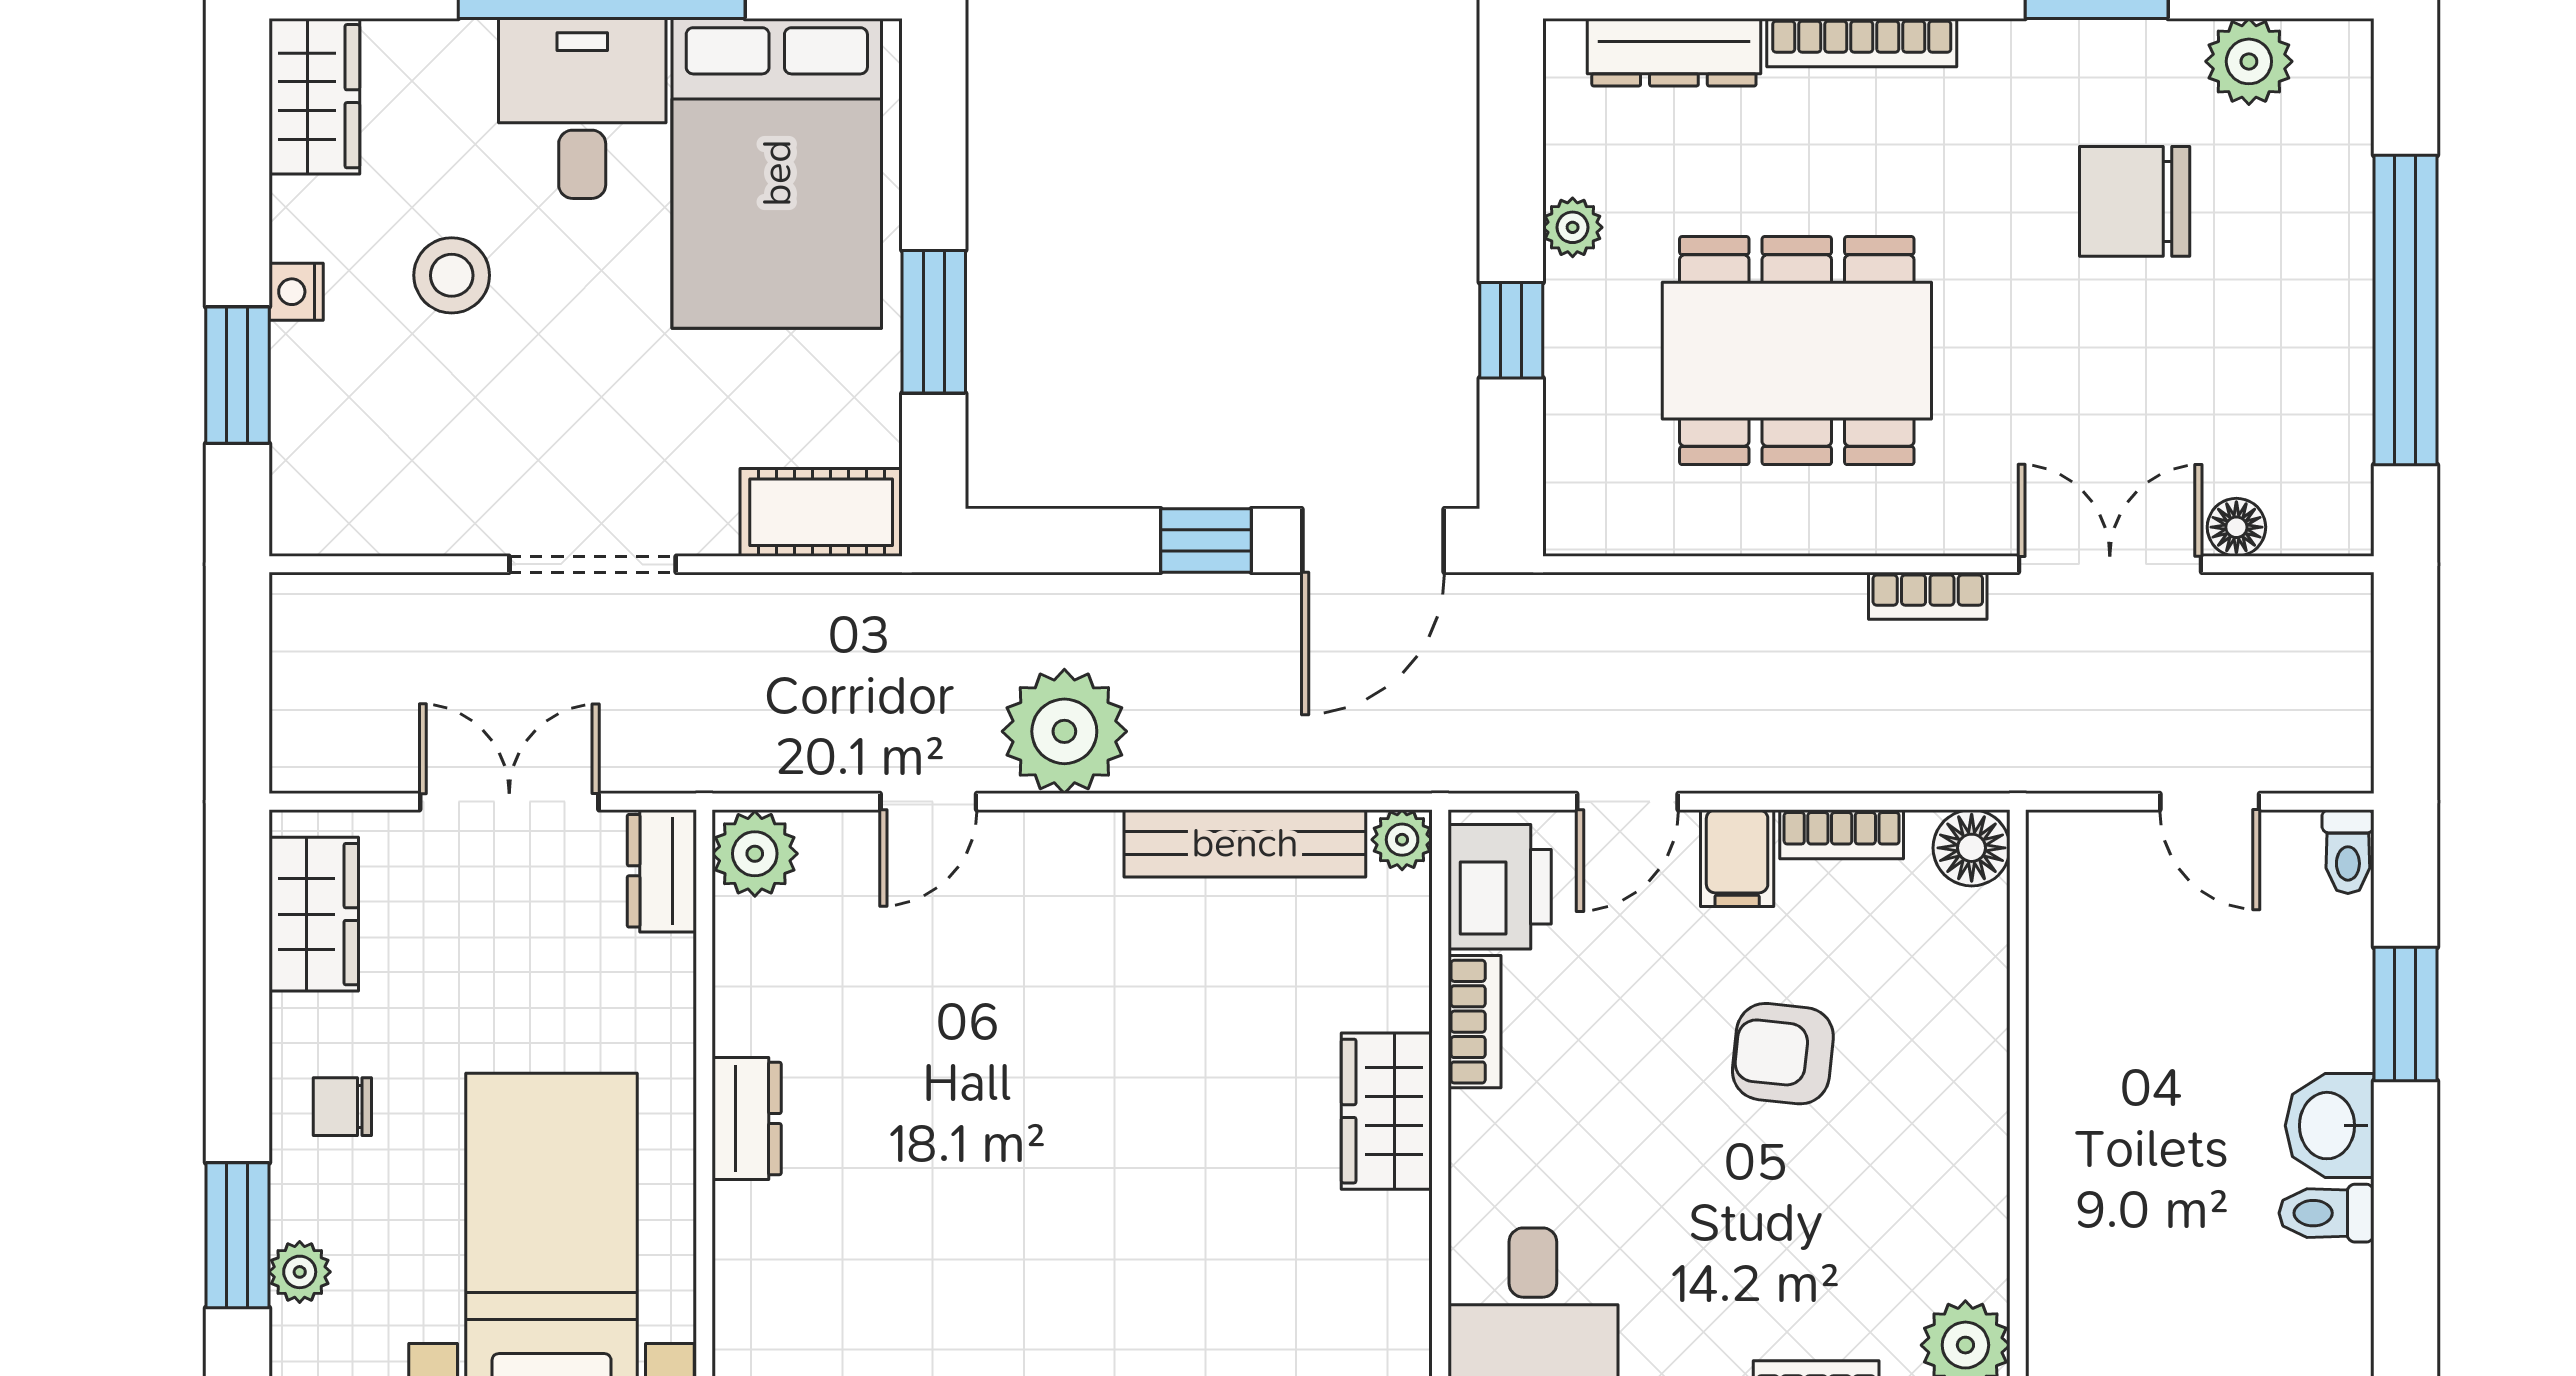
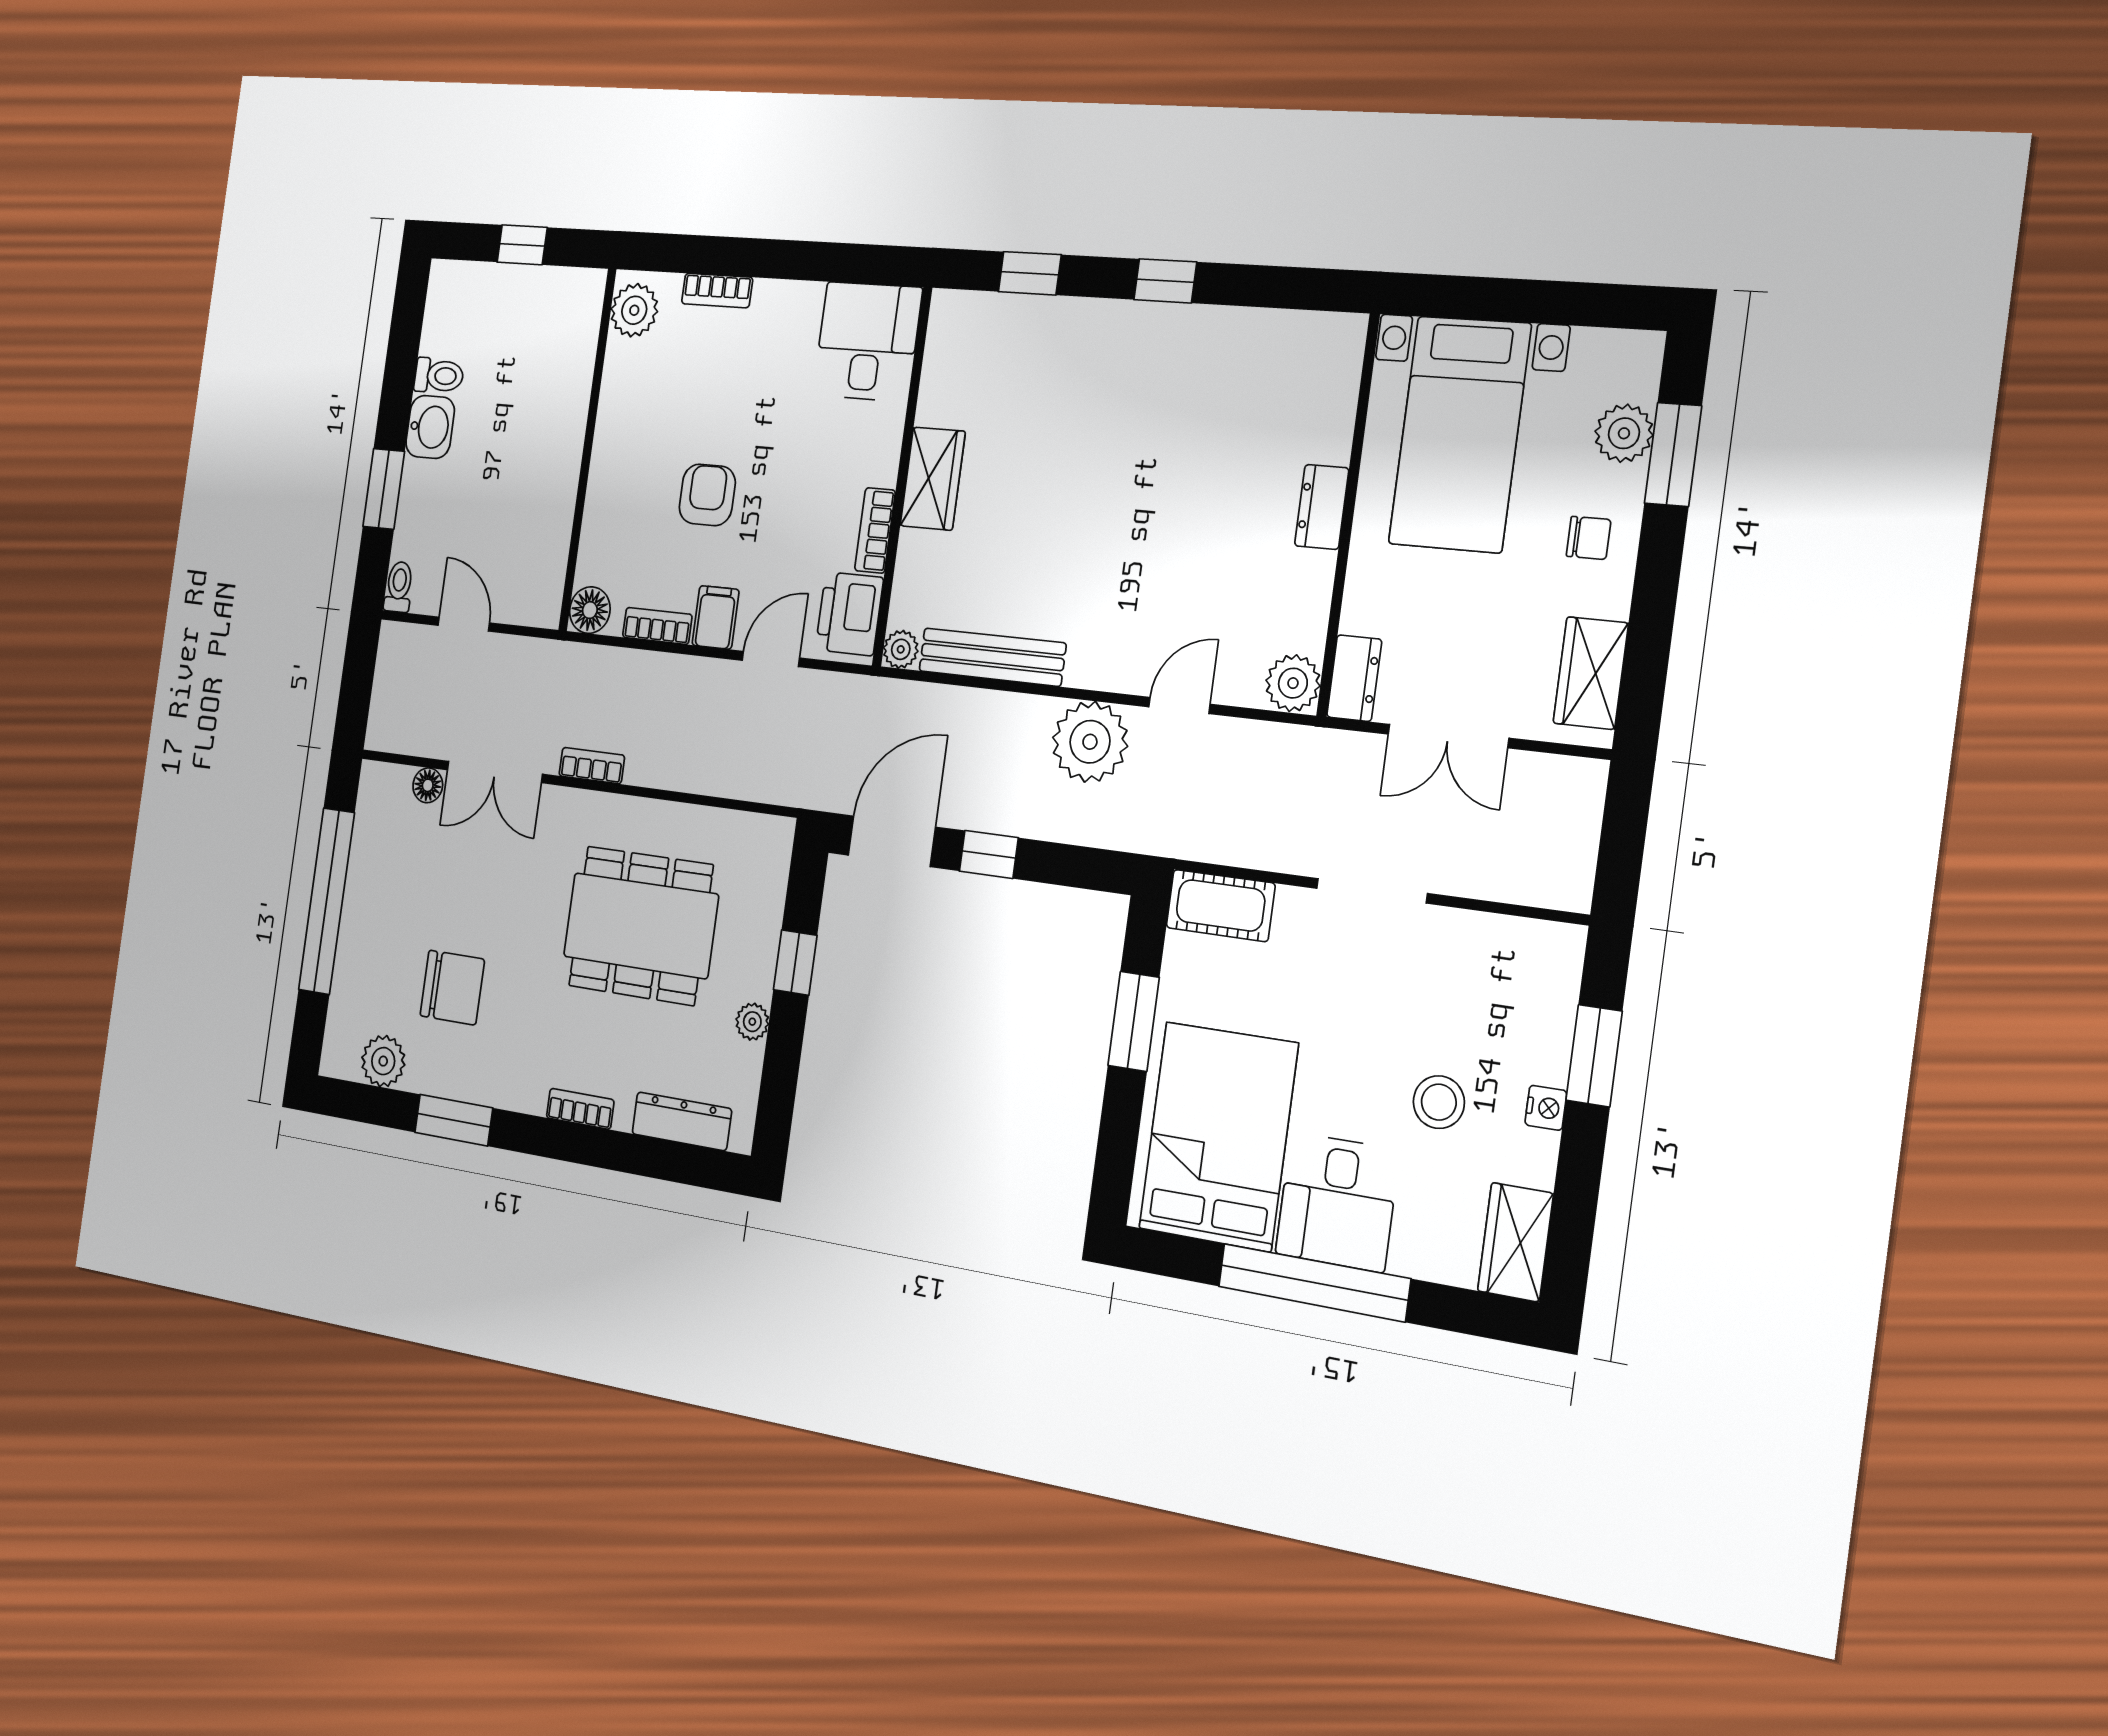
bookcase: (1862, 43) -> (580, 1109), width x0.64
armchair: (1783, 1054) -> (707, 495), turned -96
plant: (300, 1272) -> (1624, 433), width x1.38, depth x1.38

